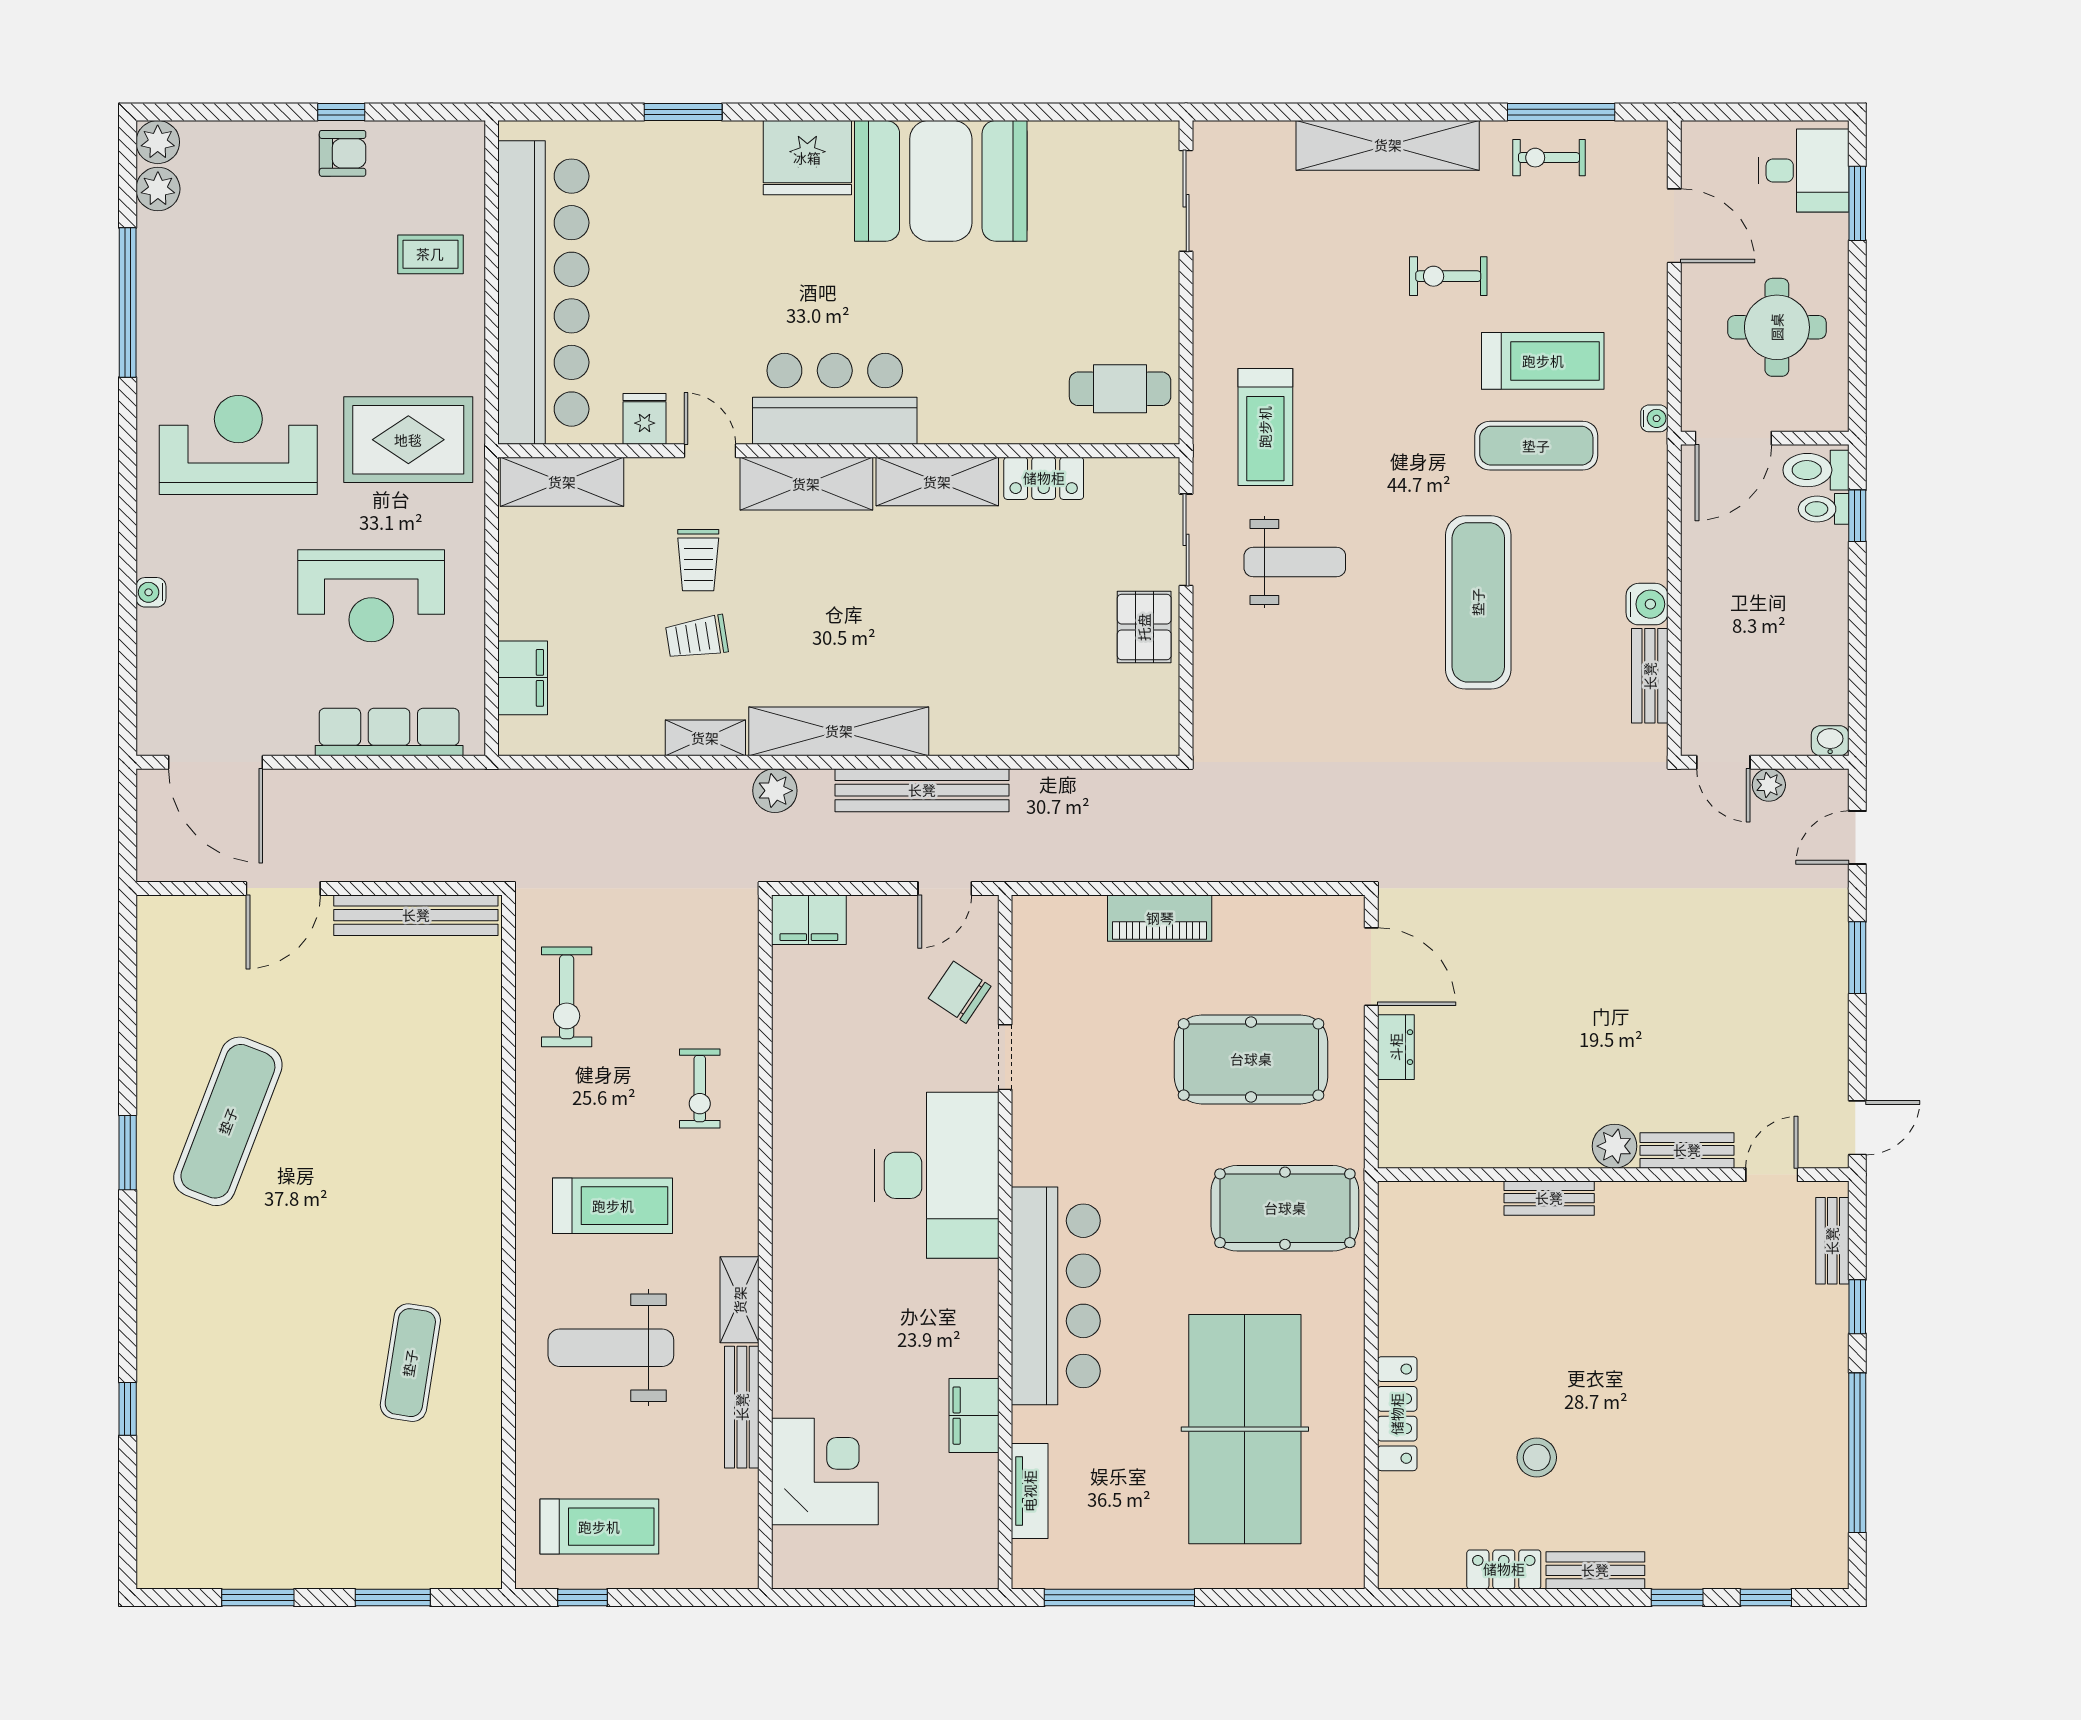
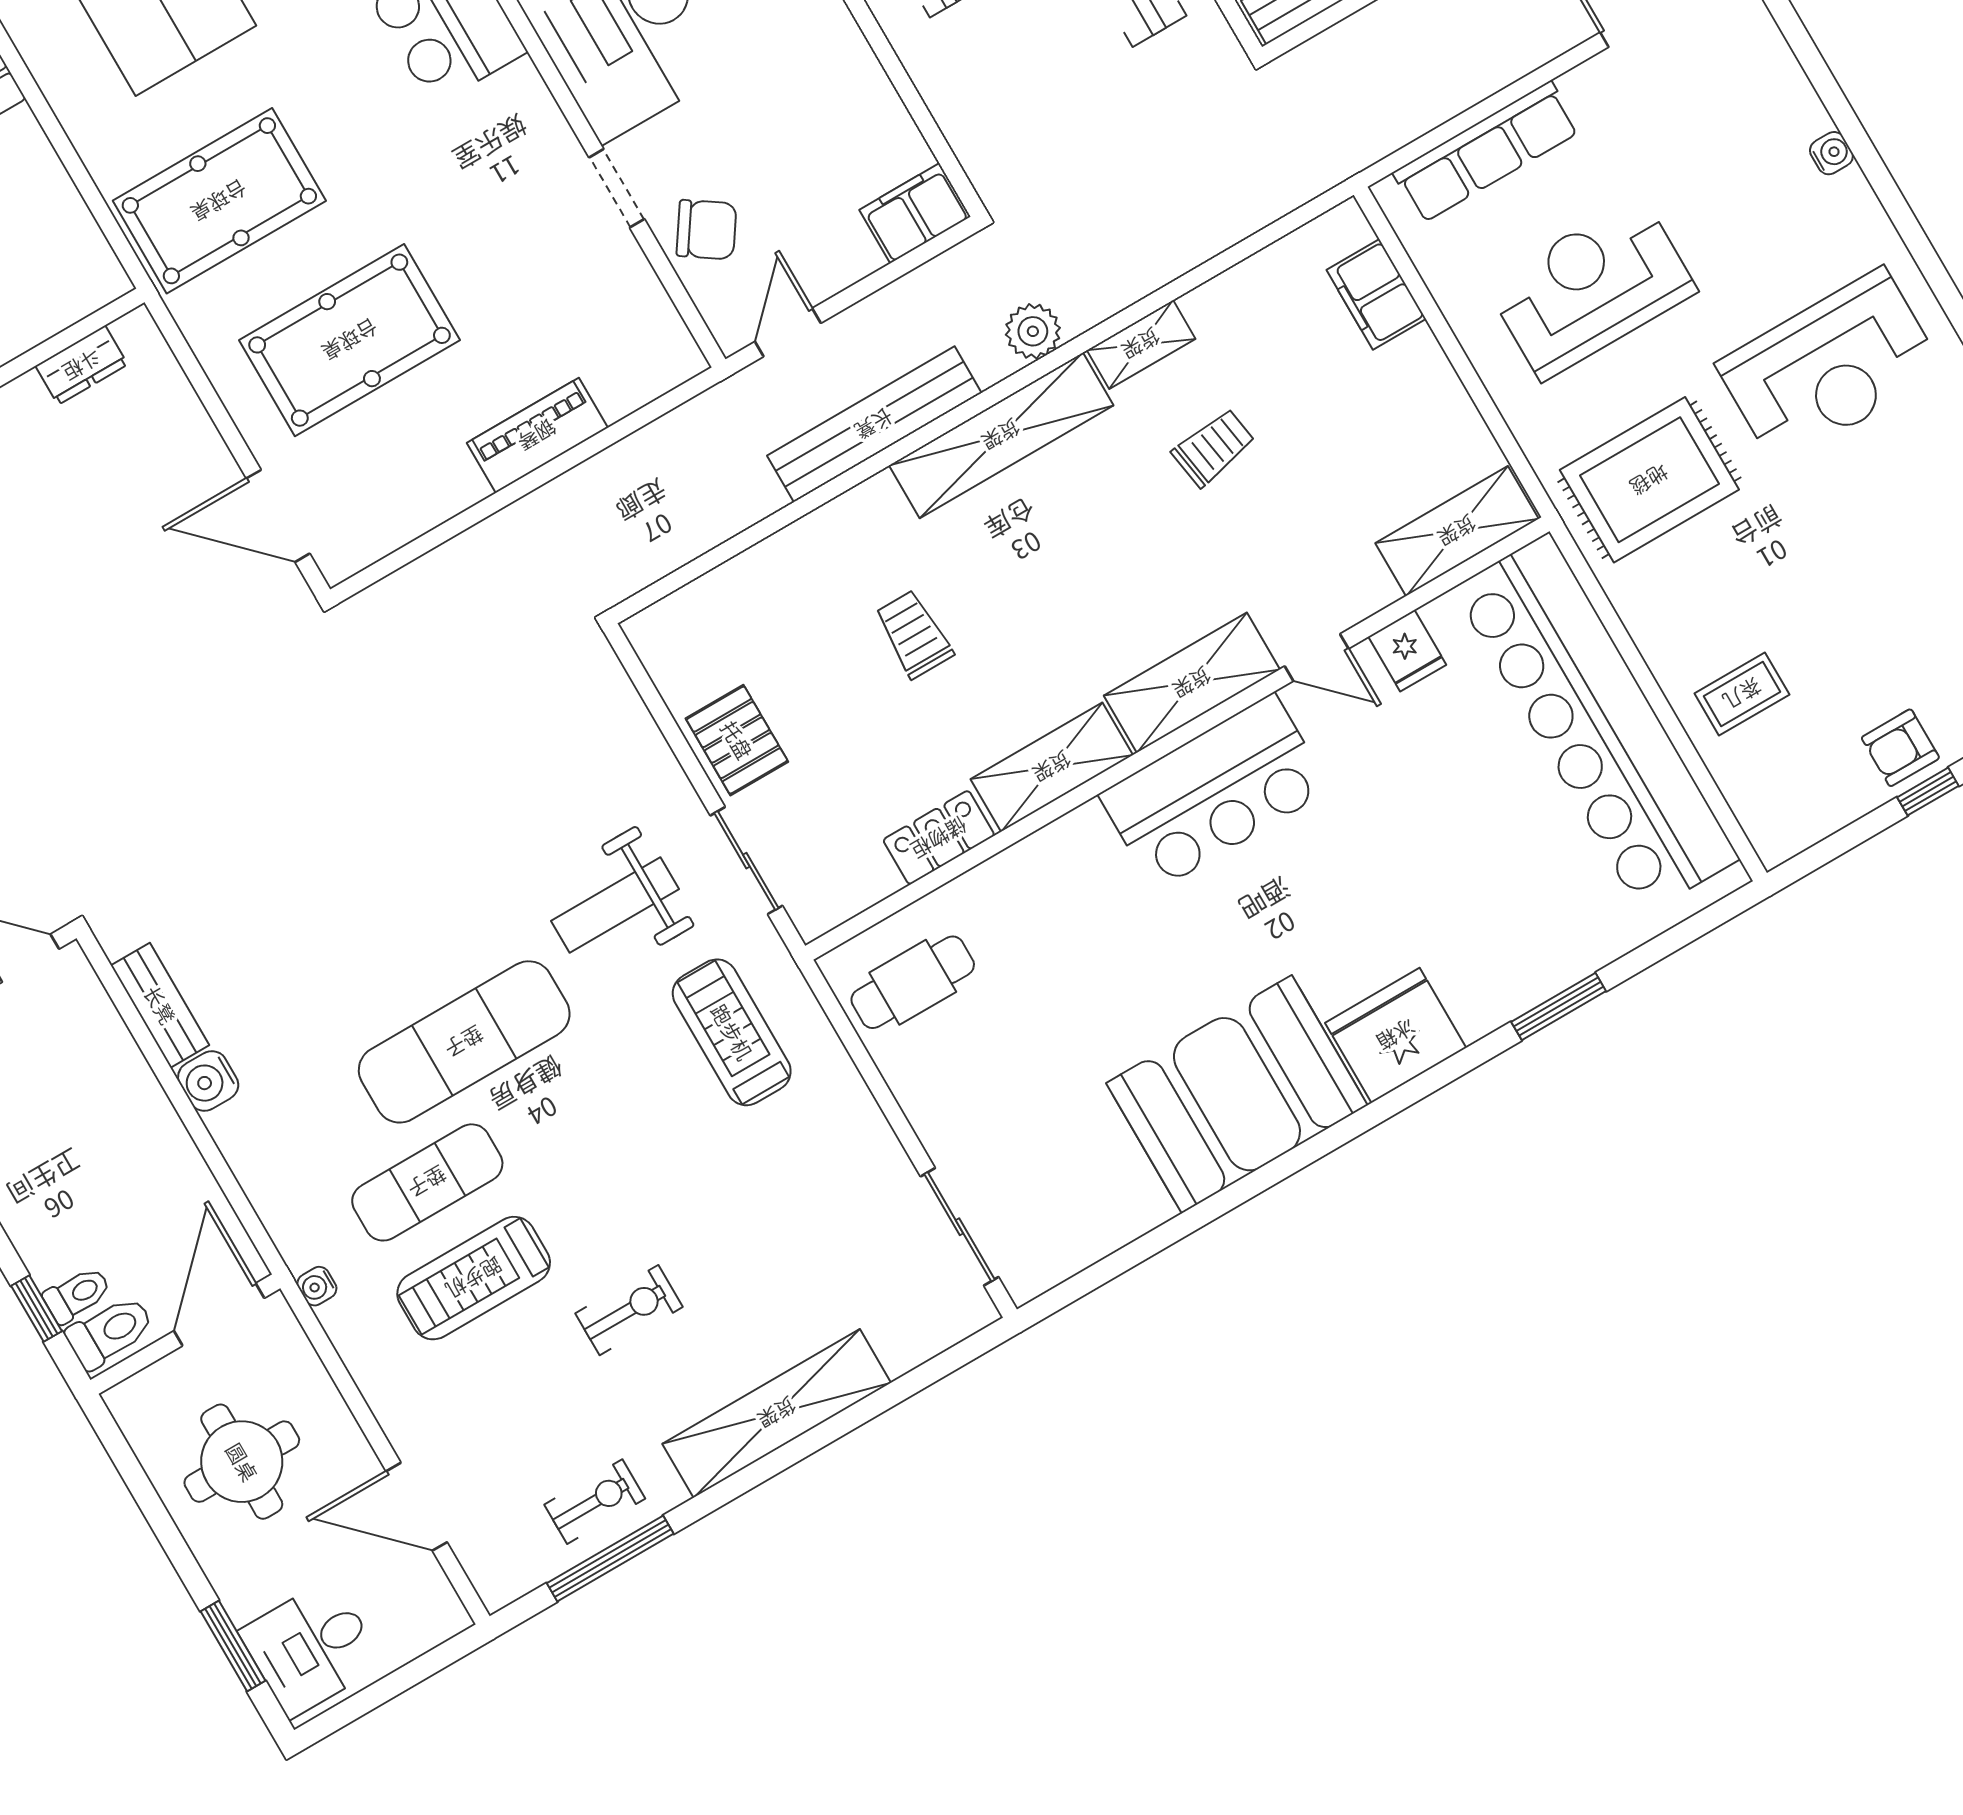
trolley: (698, 560) -> (914, 634), moved
exercise mat: (1478, 602) -> (464, 1042), moved, turned 90
dresser: (1396, 1047) -> (82, 365), moved, turned -90

